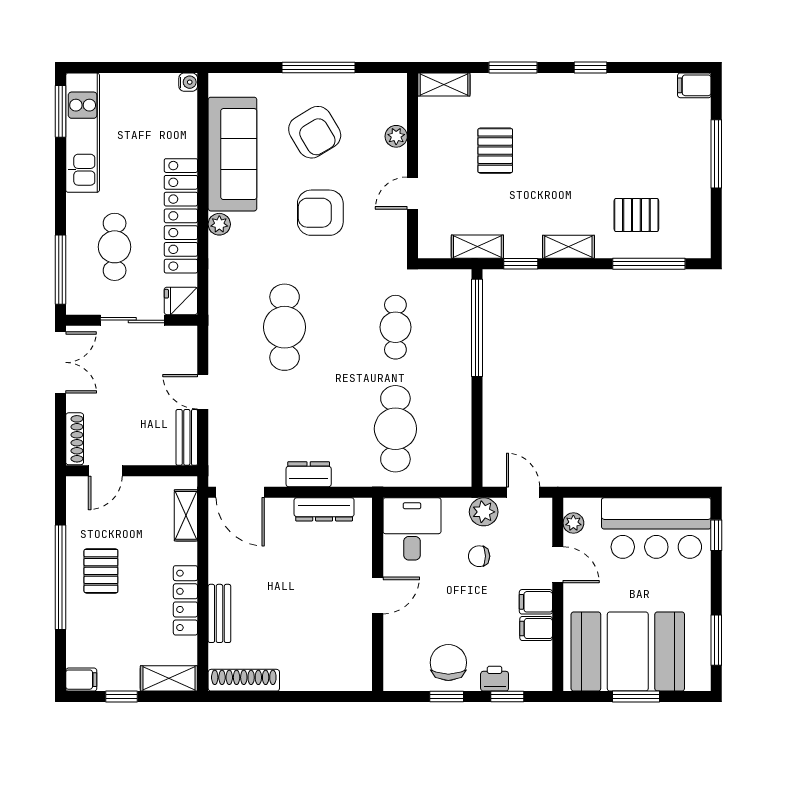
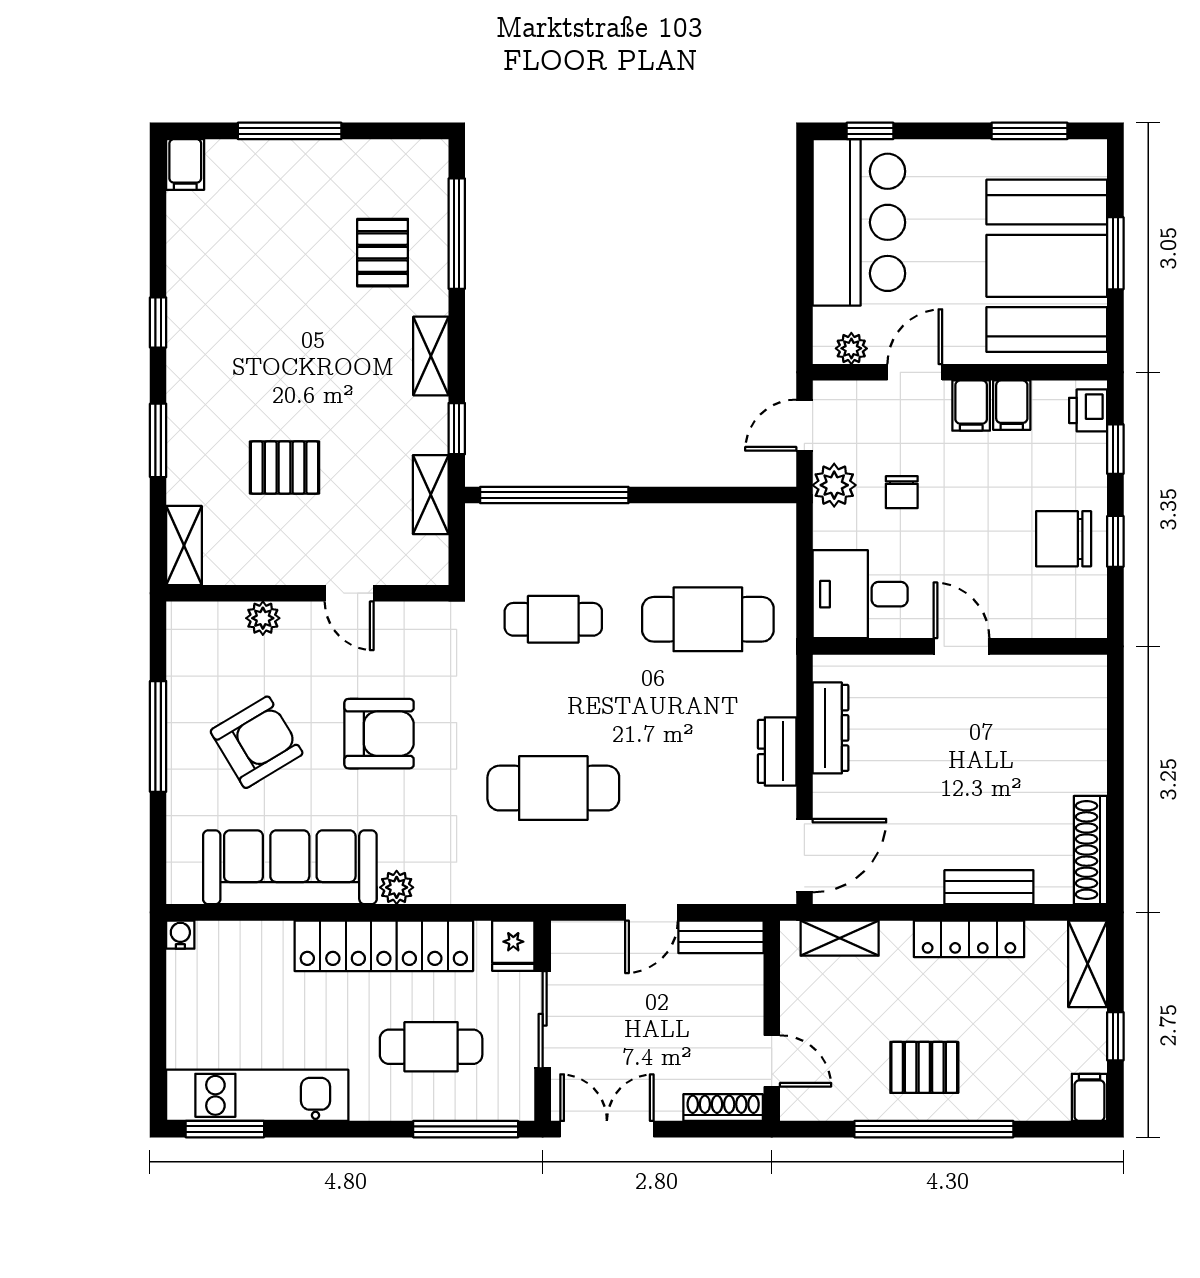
armchair: (320, 213) -> (379, 734), turned -90
printer: (495, 679) -> (1088, 410), moved

